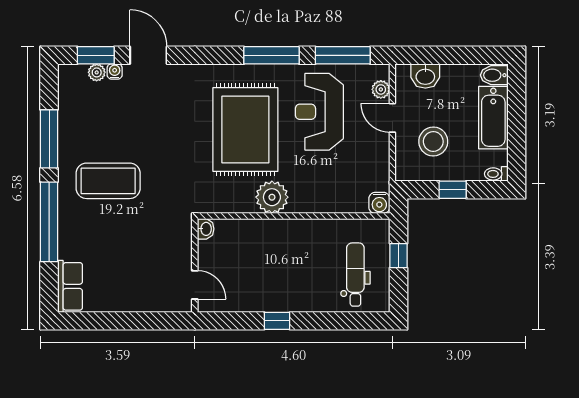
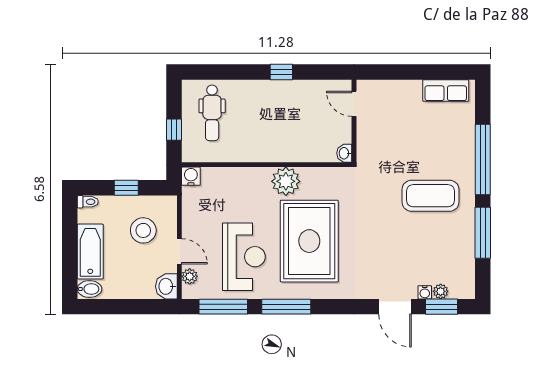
washbasin: (425, 76) -> (166, 286), moved, turned -90
row of seats: (70, 286) -> (446, 91), moved, turned -90

